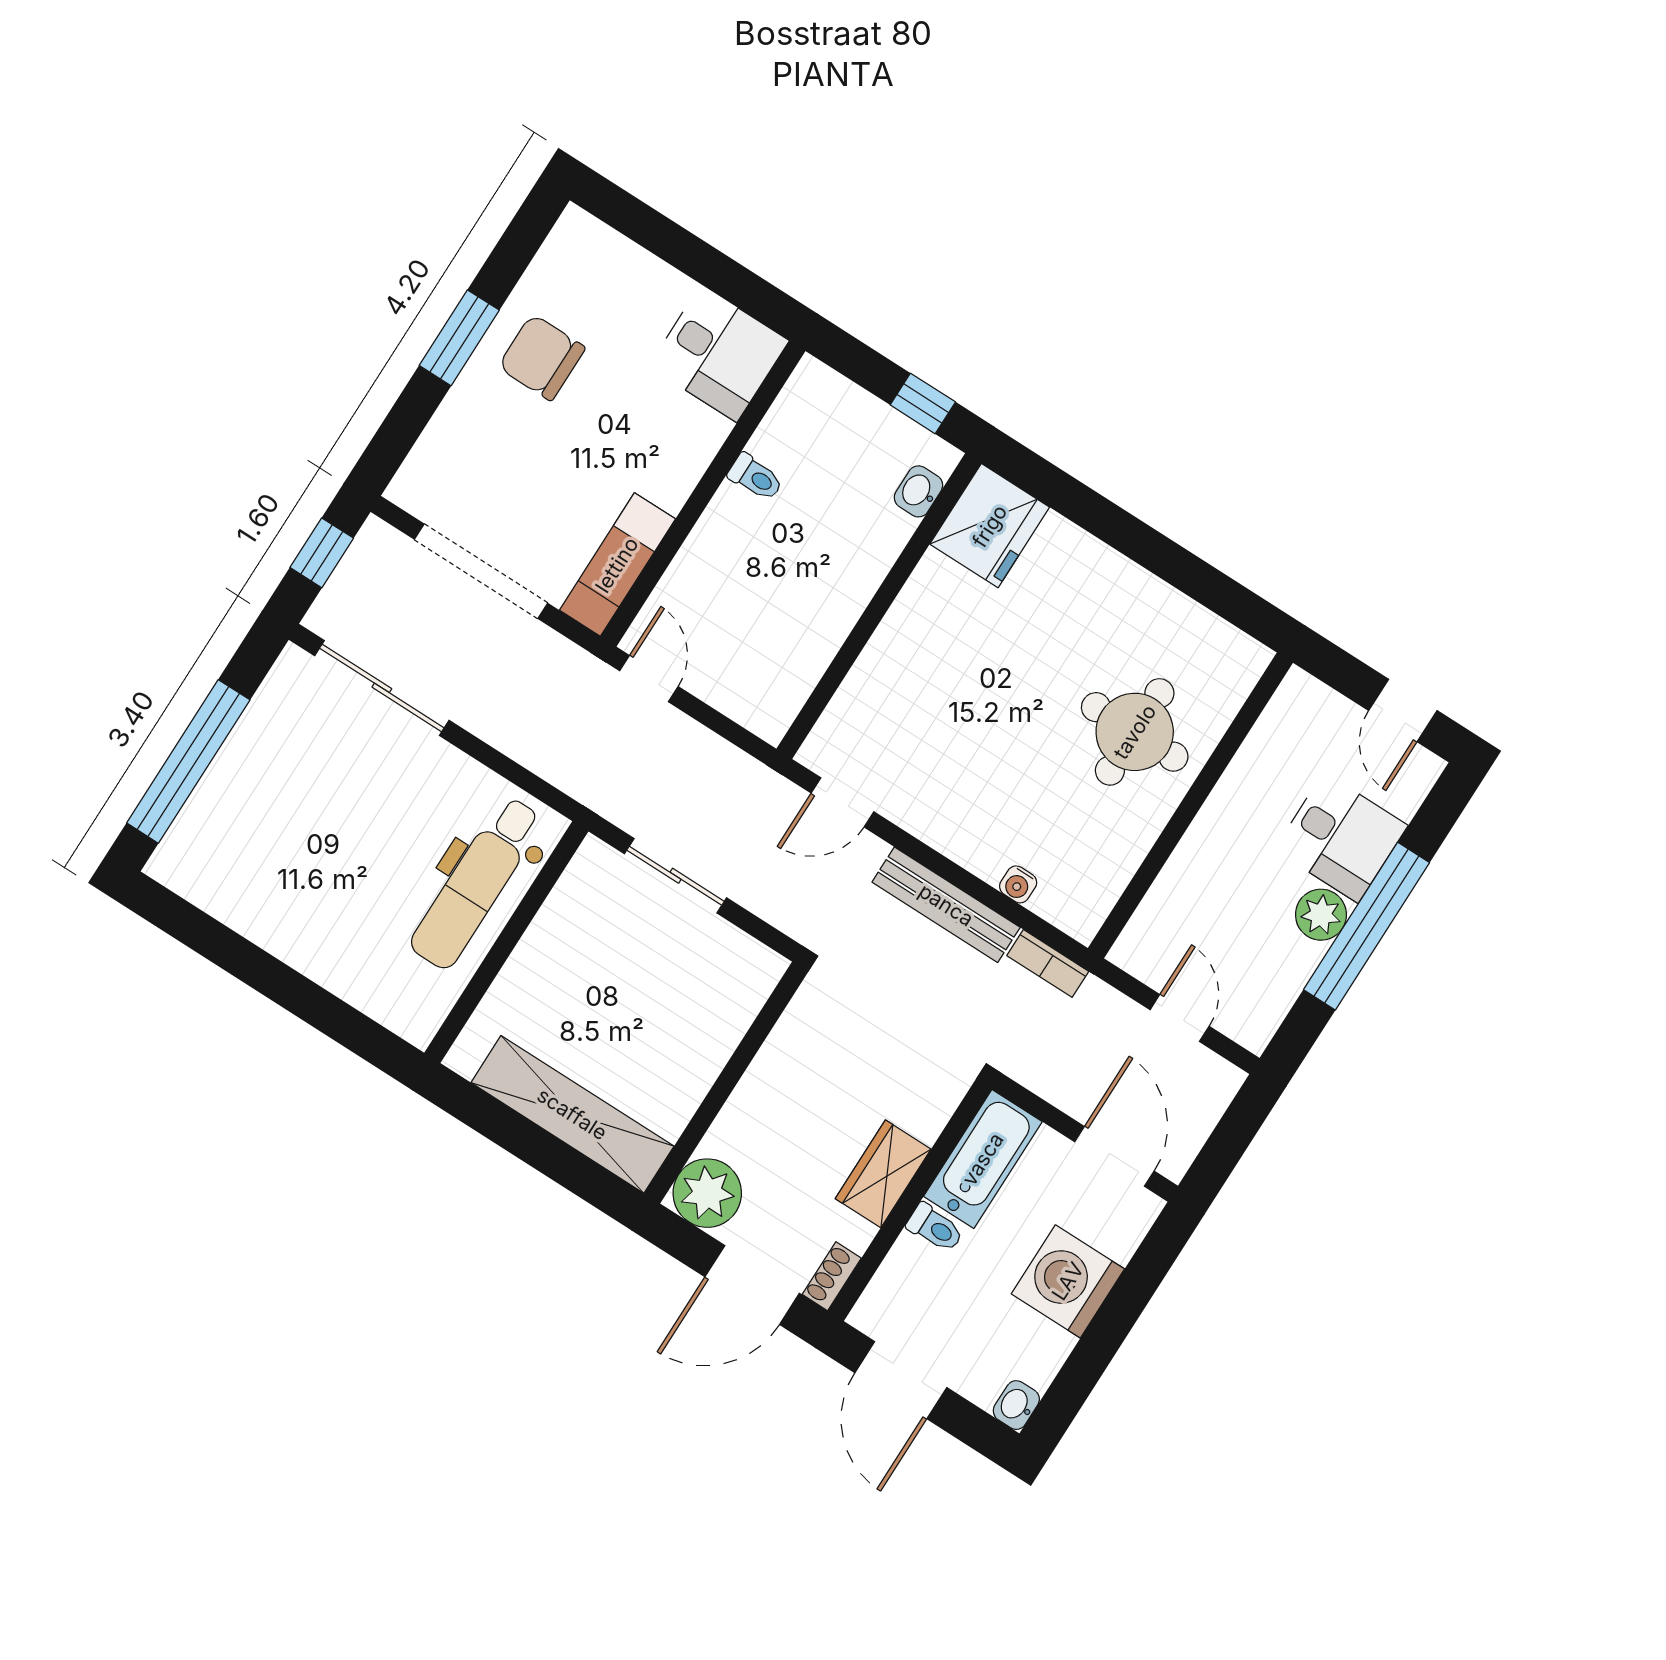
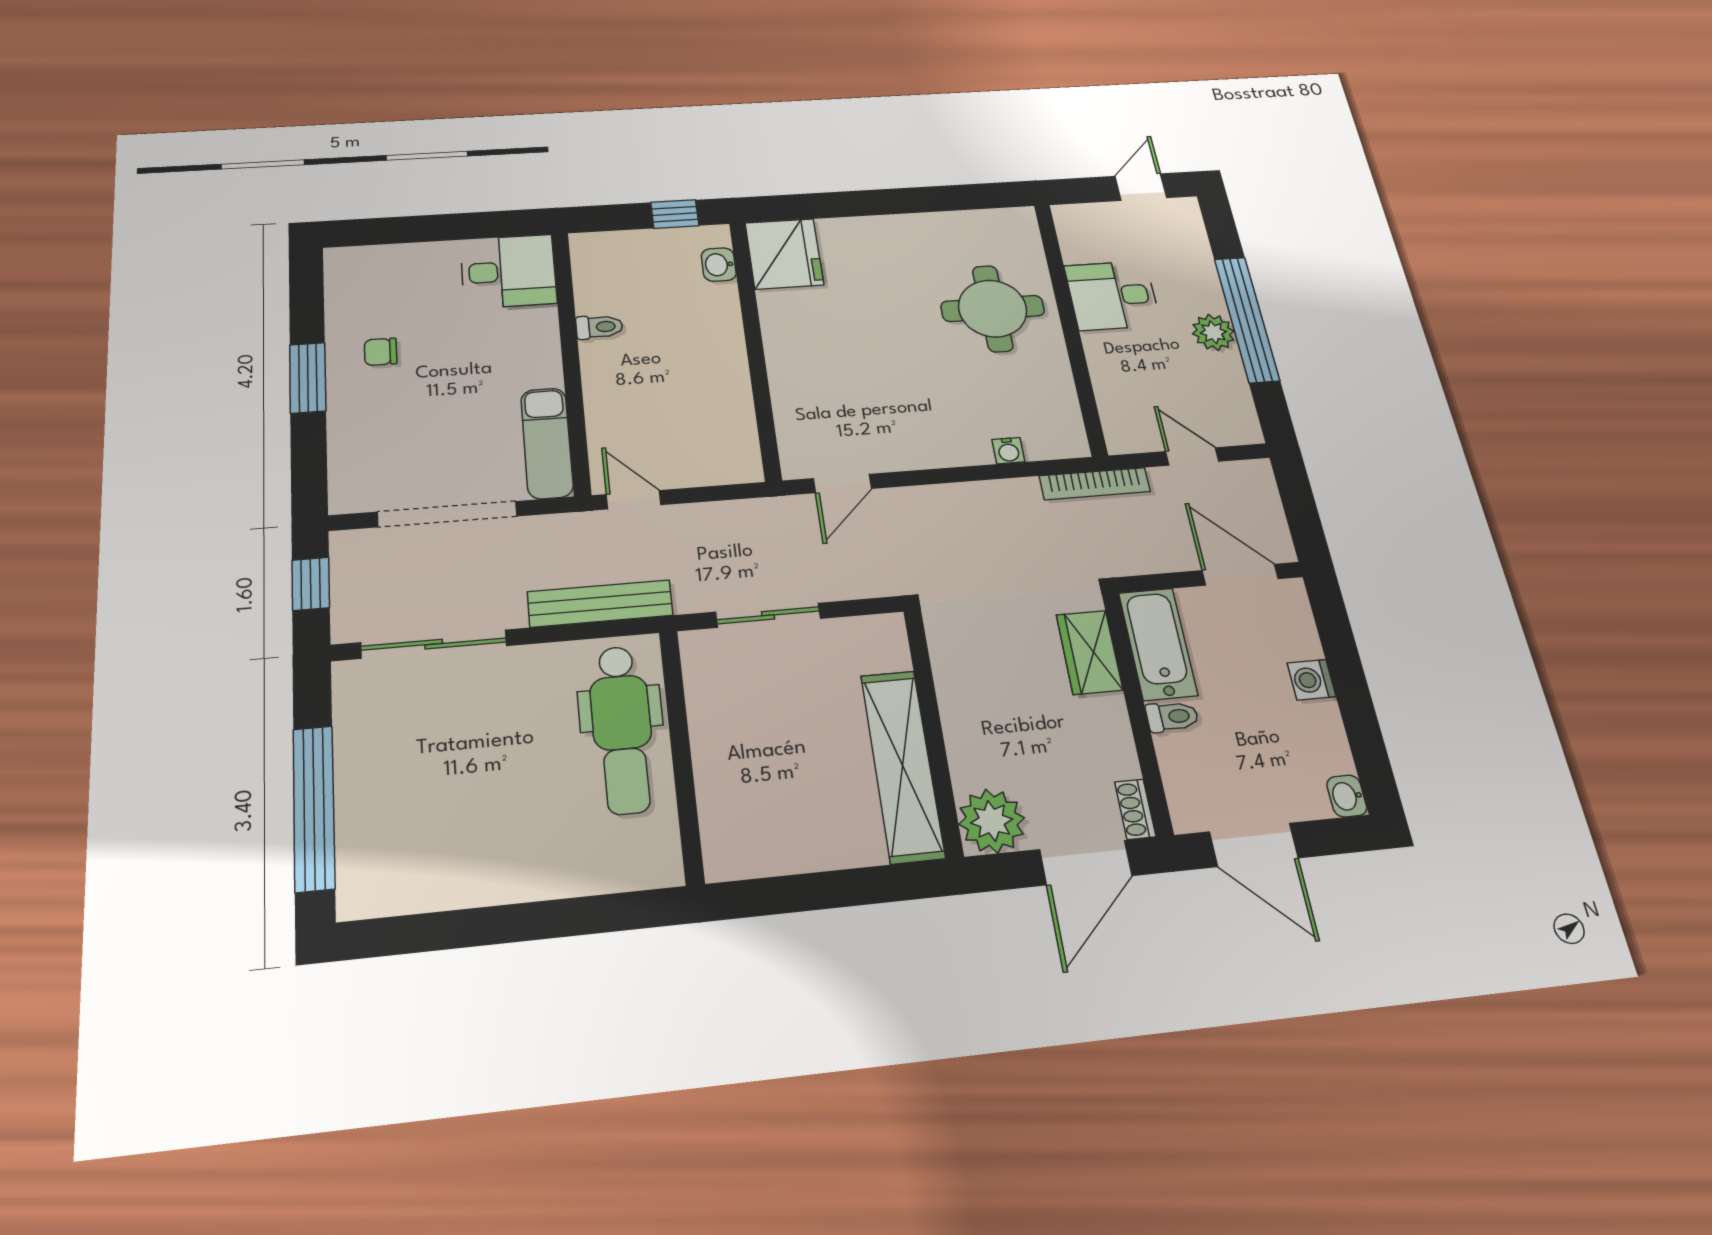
chair: (542, 357) -> (381, 352), width x0.54, depth x0.54
door: (1403, 710) -> (1141, 187), swing flipped
desk: (1341, 838) -> (1113, 296), moved, turned 180
bench: (946, 905) -> (600, 604), moved
bookcase: (1048, 963) -> (1095, 484), width x1.56
shelving: (572, 1114) -> (902, 765), moved, turned 90
wardrobe: (883, 1174) -> (1089, 652), moved
washing machine: (1068, 1281) -> (1311, 680), width x0.53, depth x0.53

